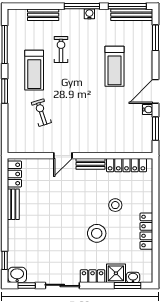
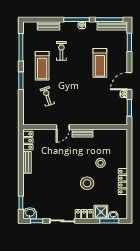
locker: (127, 165) -> (109, 134), removed

